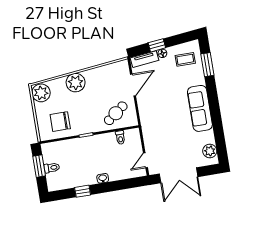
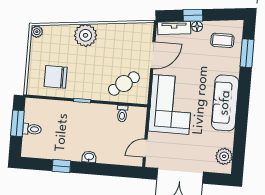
plant: (41, 93) -> (37, 32), width x0.53, depth x0.53
corner sofa: (157, 121) -> (171, 104), added

